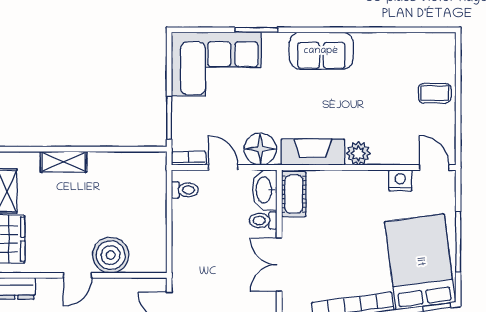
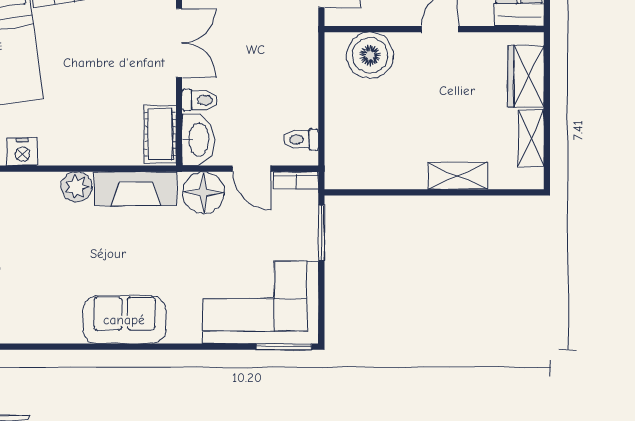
window: (257, 30) -> (284, 347), moved
boiler: (111, 255) -> (370, 55), moved

